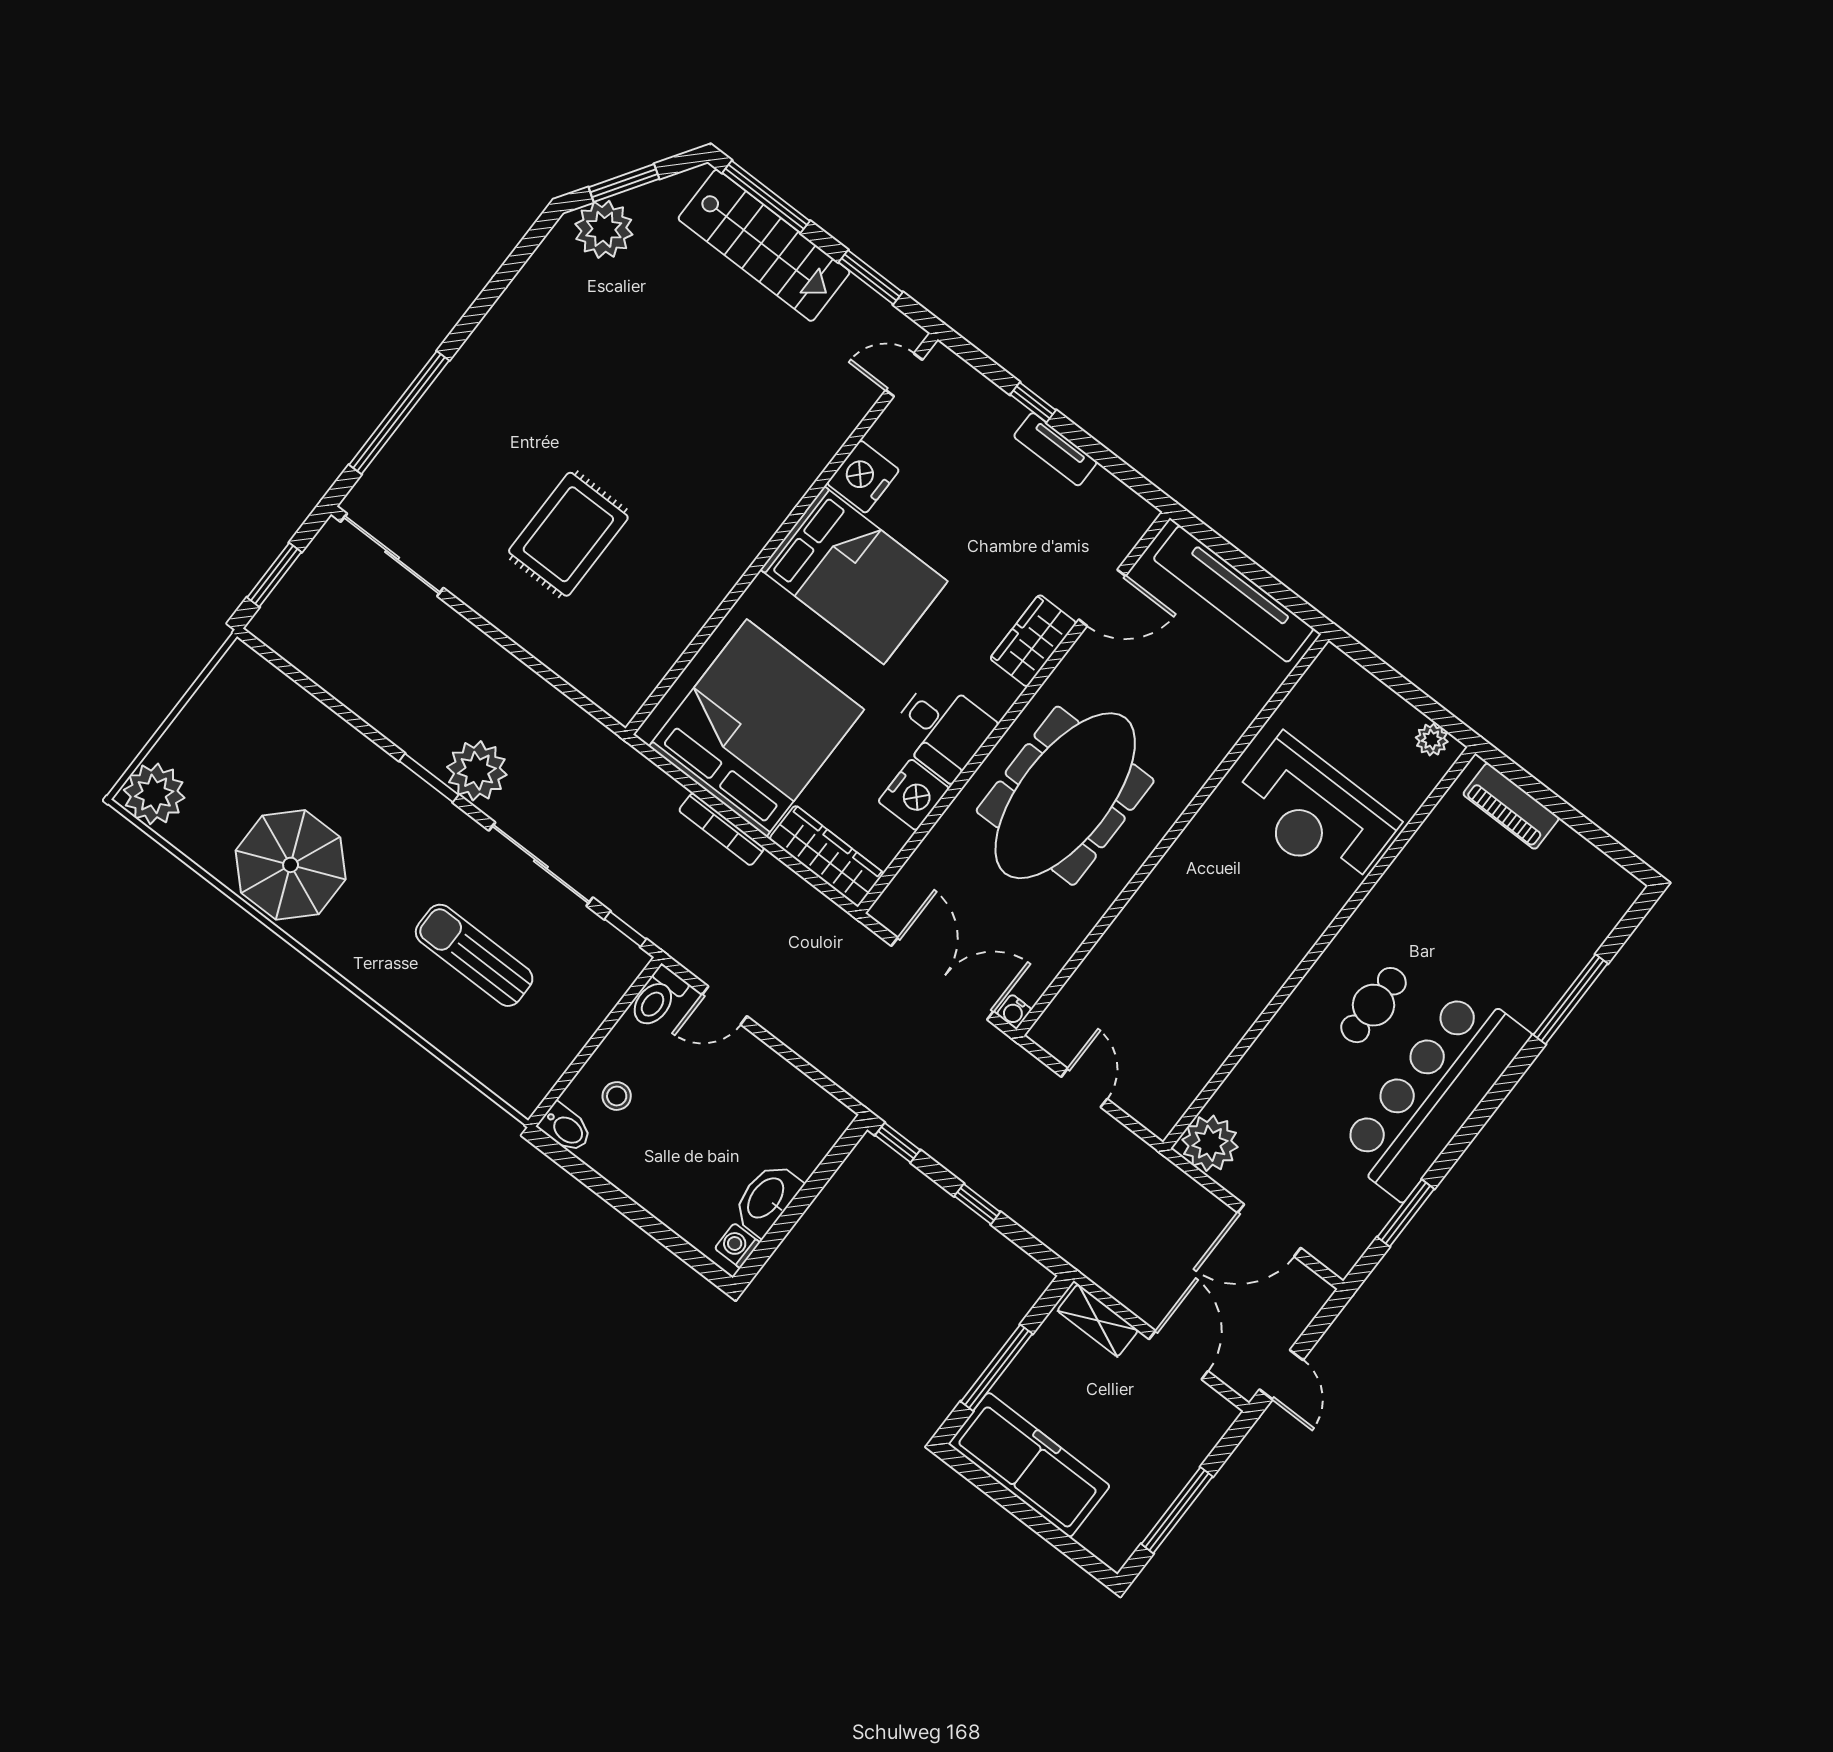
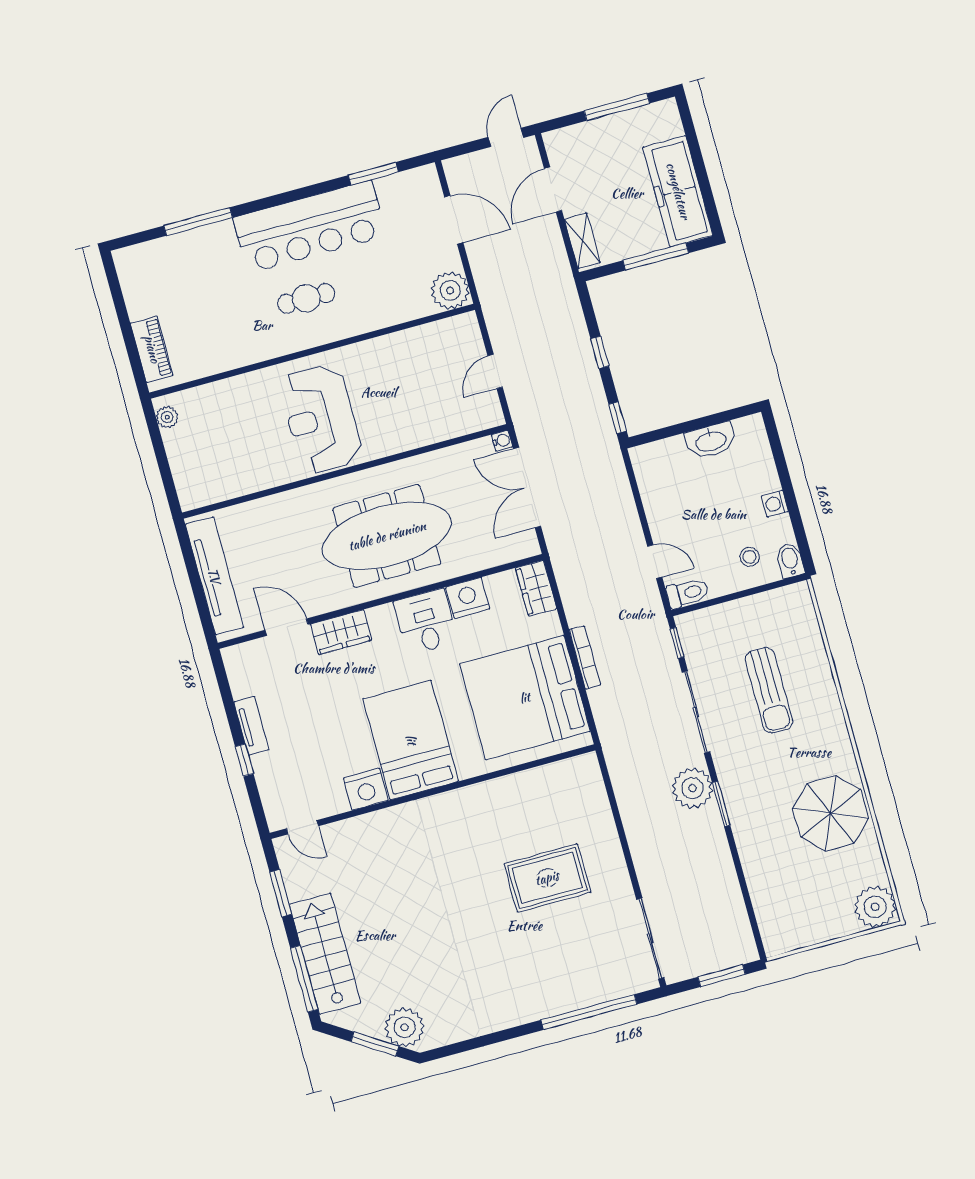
reception desk: (1314, 813) -> (321, 419), moved, turned 180
wardrobe: (826, 856) -> (536, 588), width x0.67
washing machine: (737, 1245) -> (775, 504), moved, turned 90

